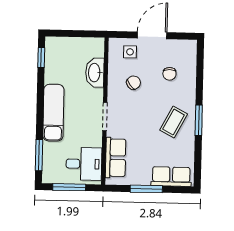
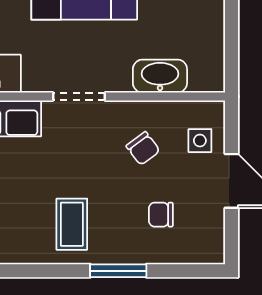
window: (199, 120) -> (118, 271), moved
coffee table: (174, 122) -> (72, 224), turned 62

